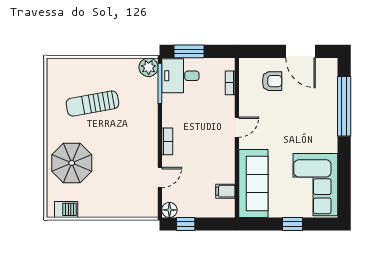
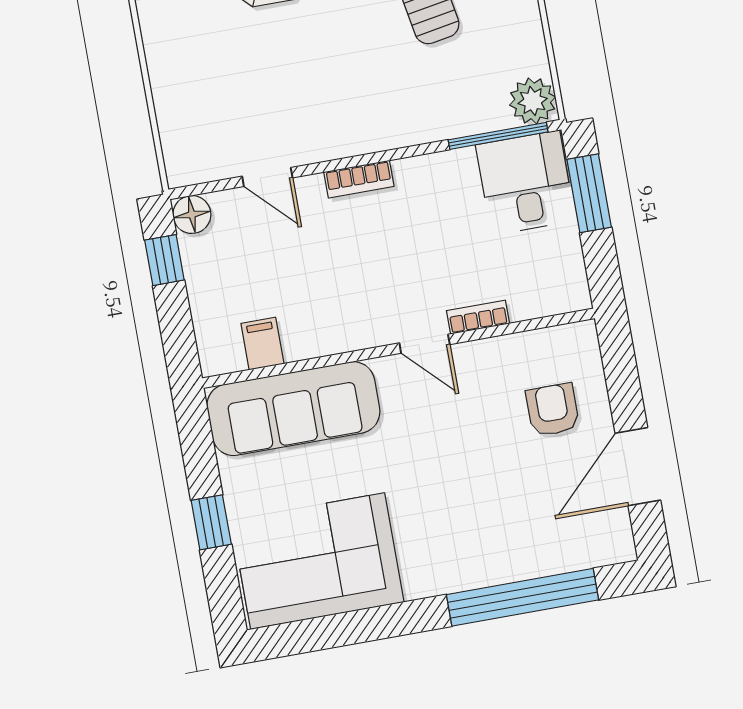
armchair: (272, 81) -> (553, 410), turned 180
bookcase: (230, 83) -> (478, 317), moved

